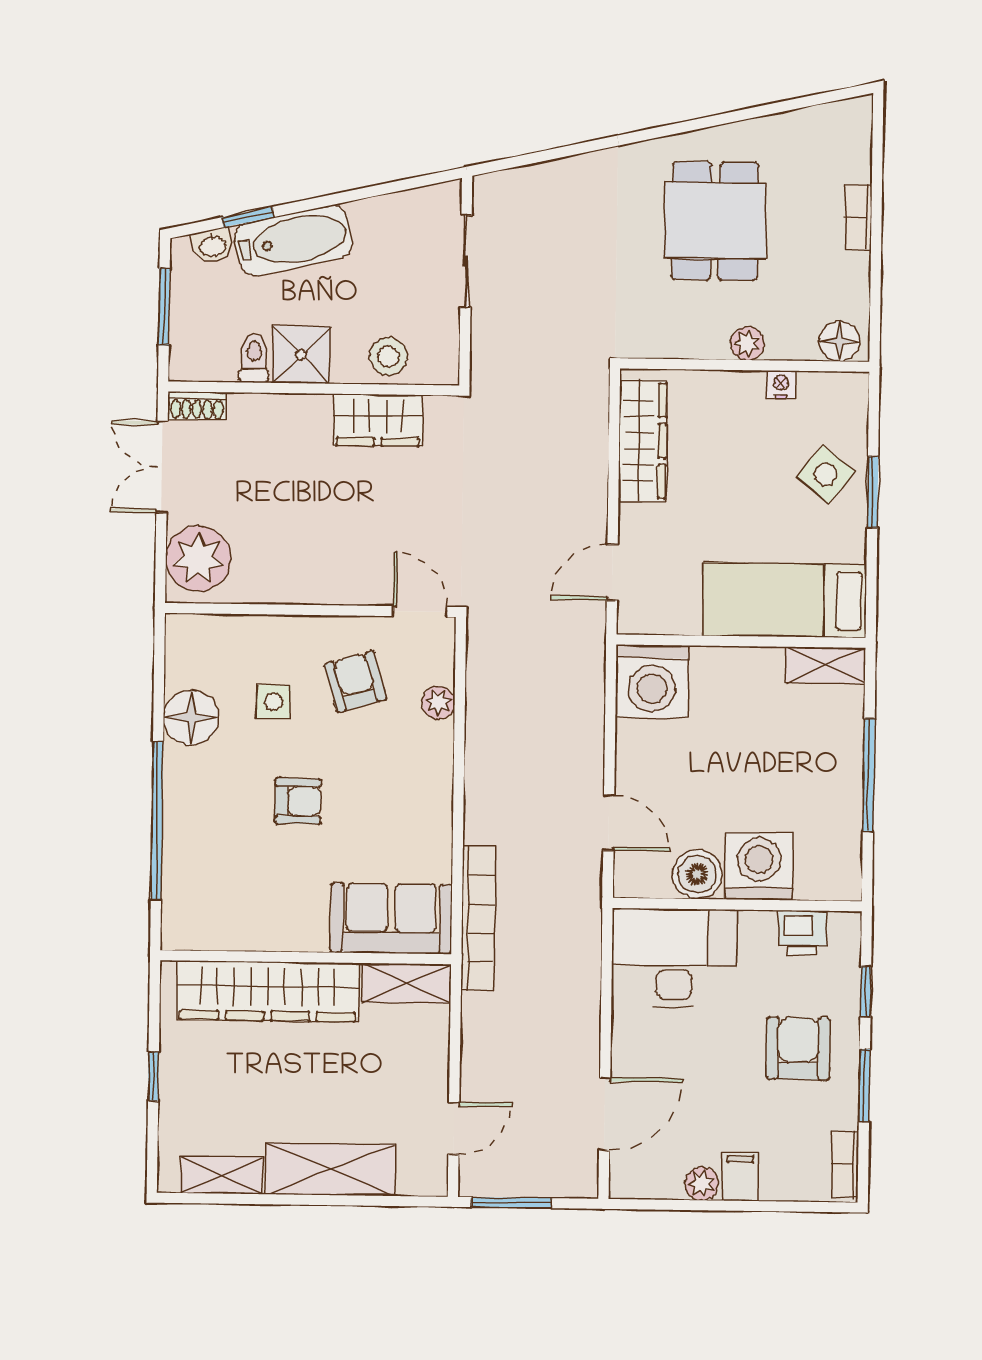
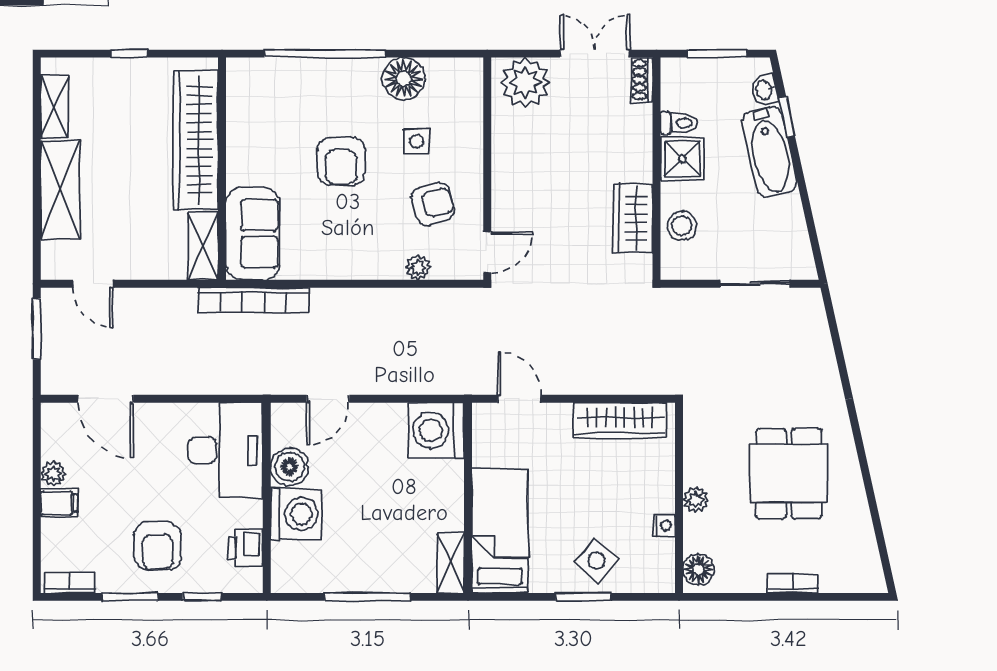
dining table: (715, 221) -> (789, 474), turned 90
armchair: (298, 801) -> (341, 161), width x1.38, depth x1.38
armchair: (798, 1048) -> (158, 546), turned 90

